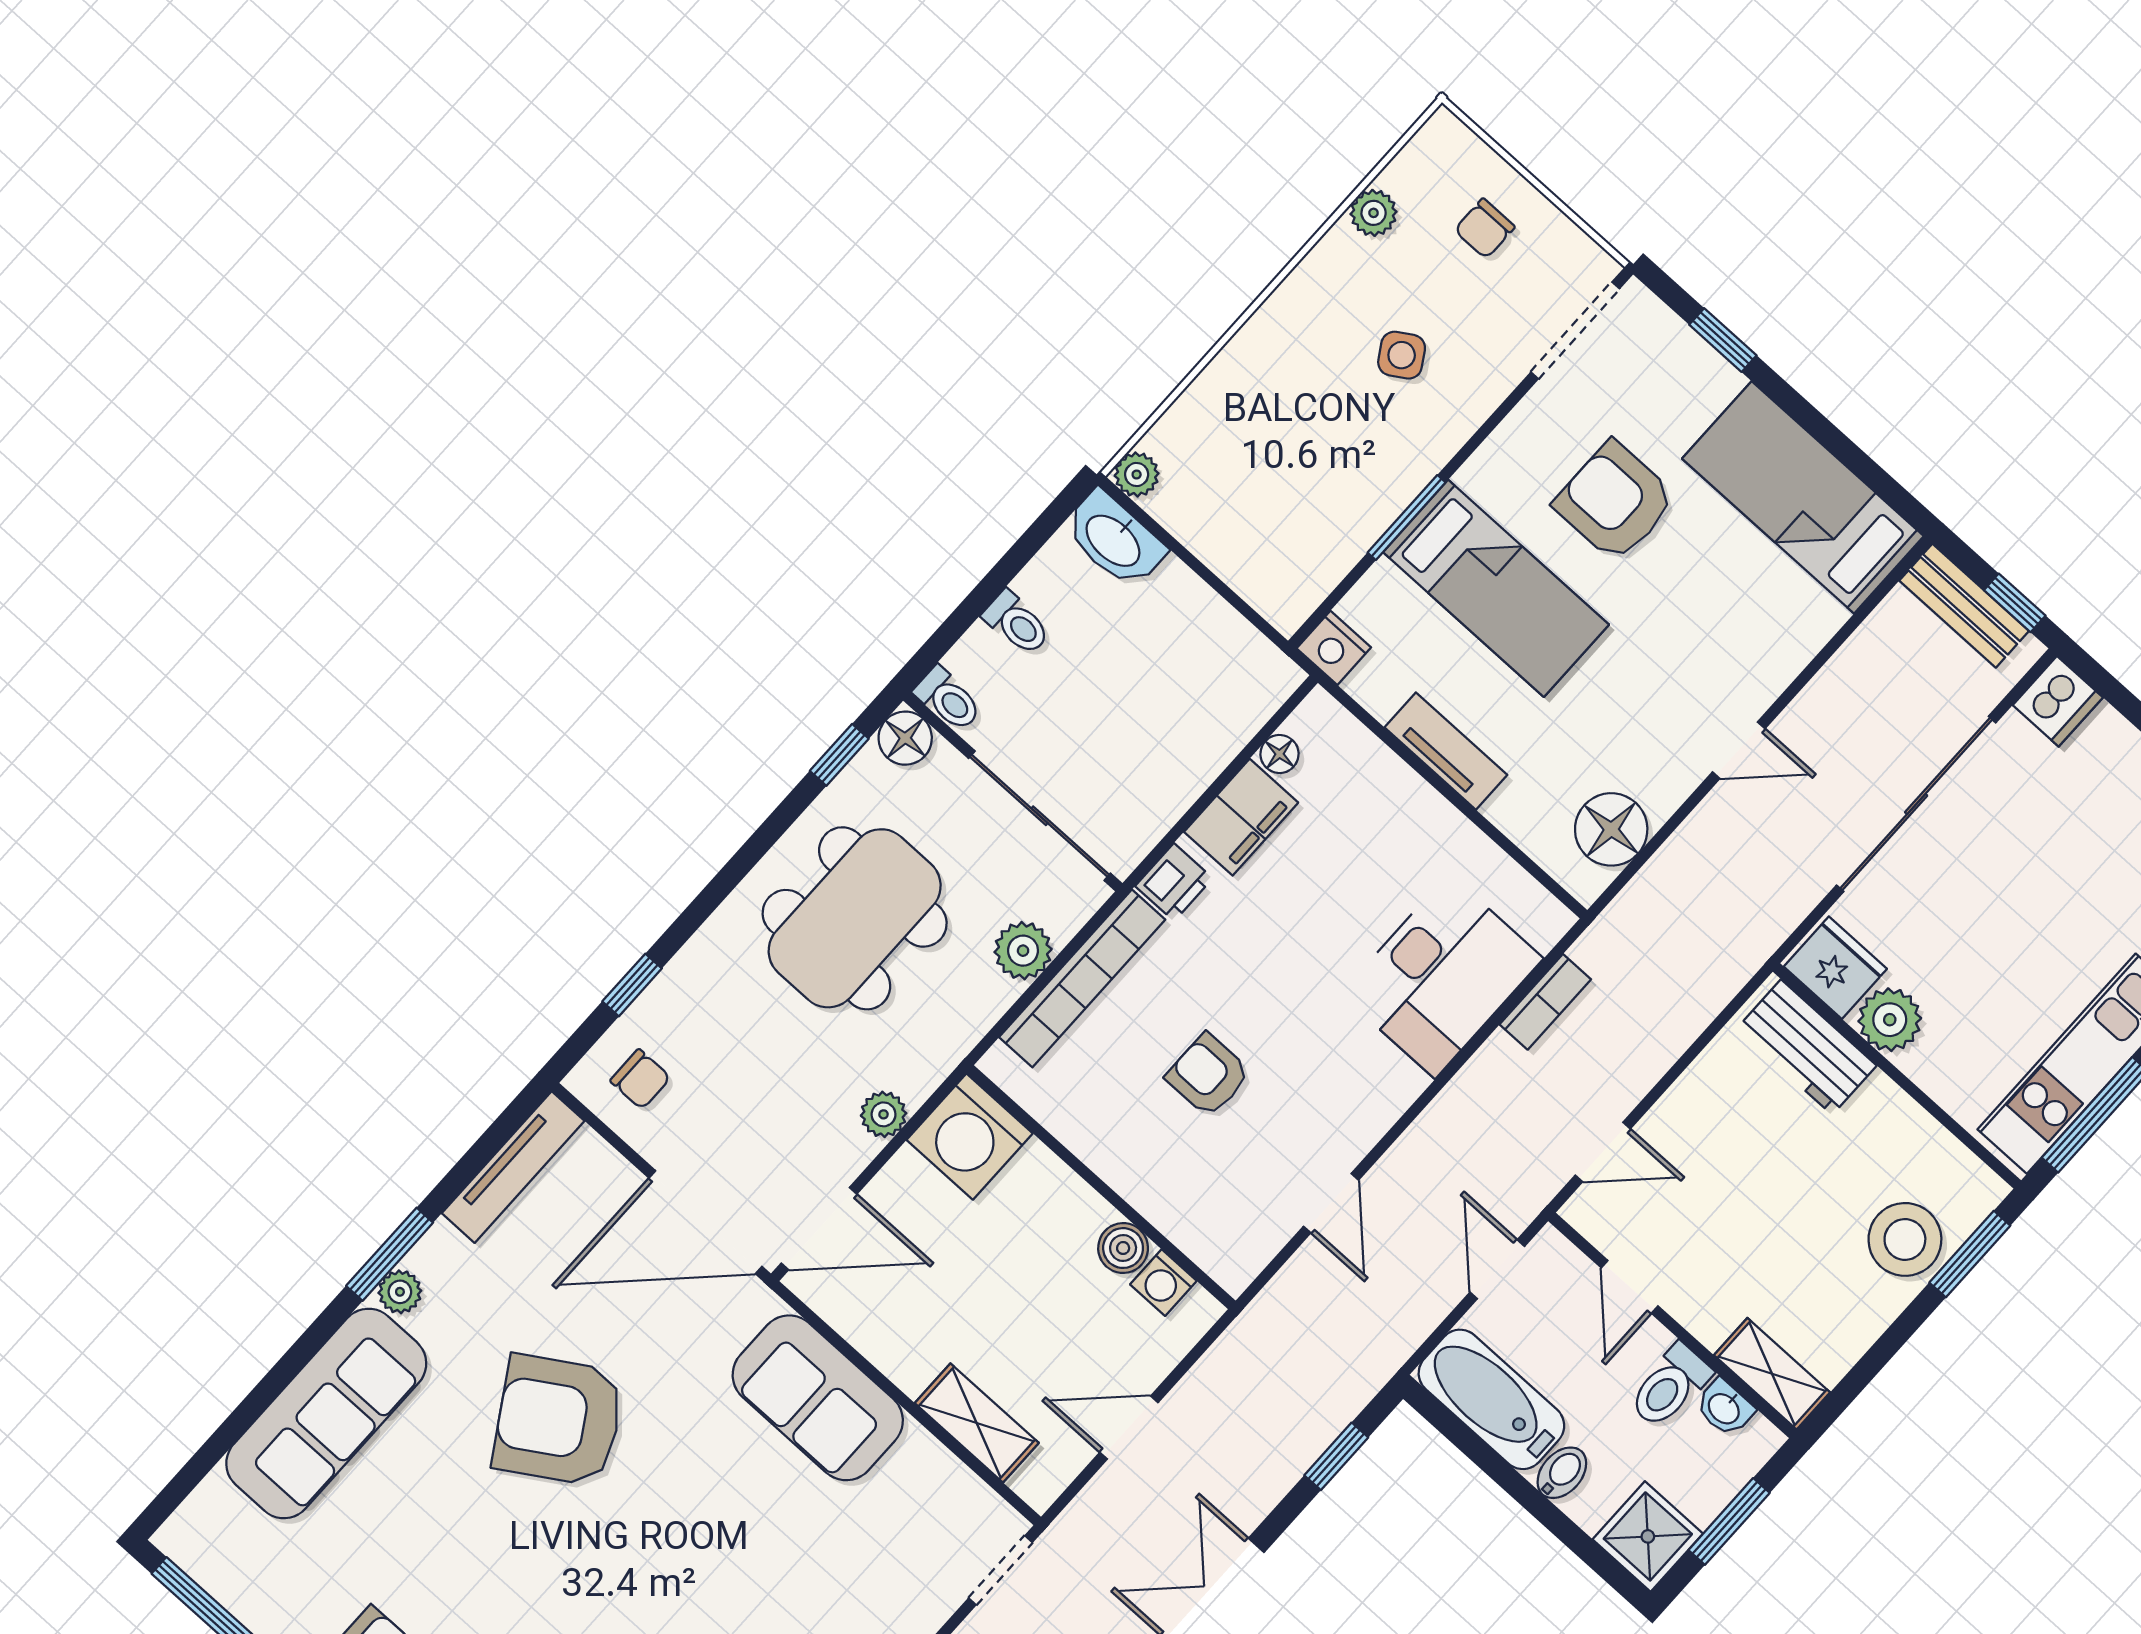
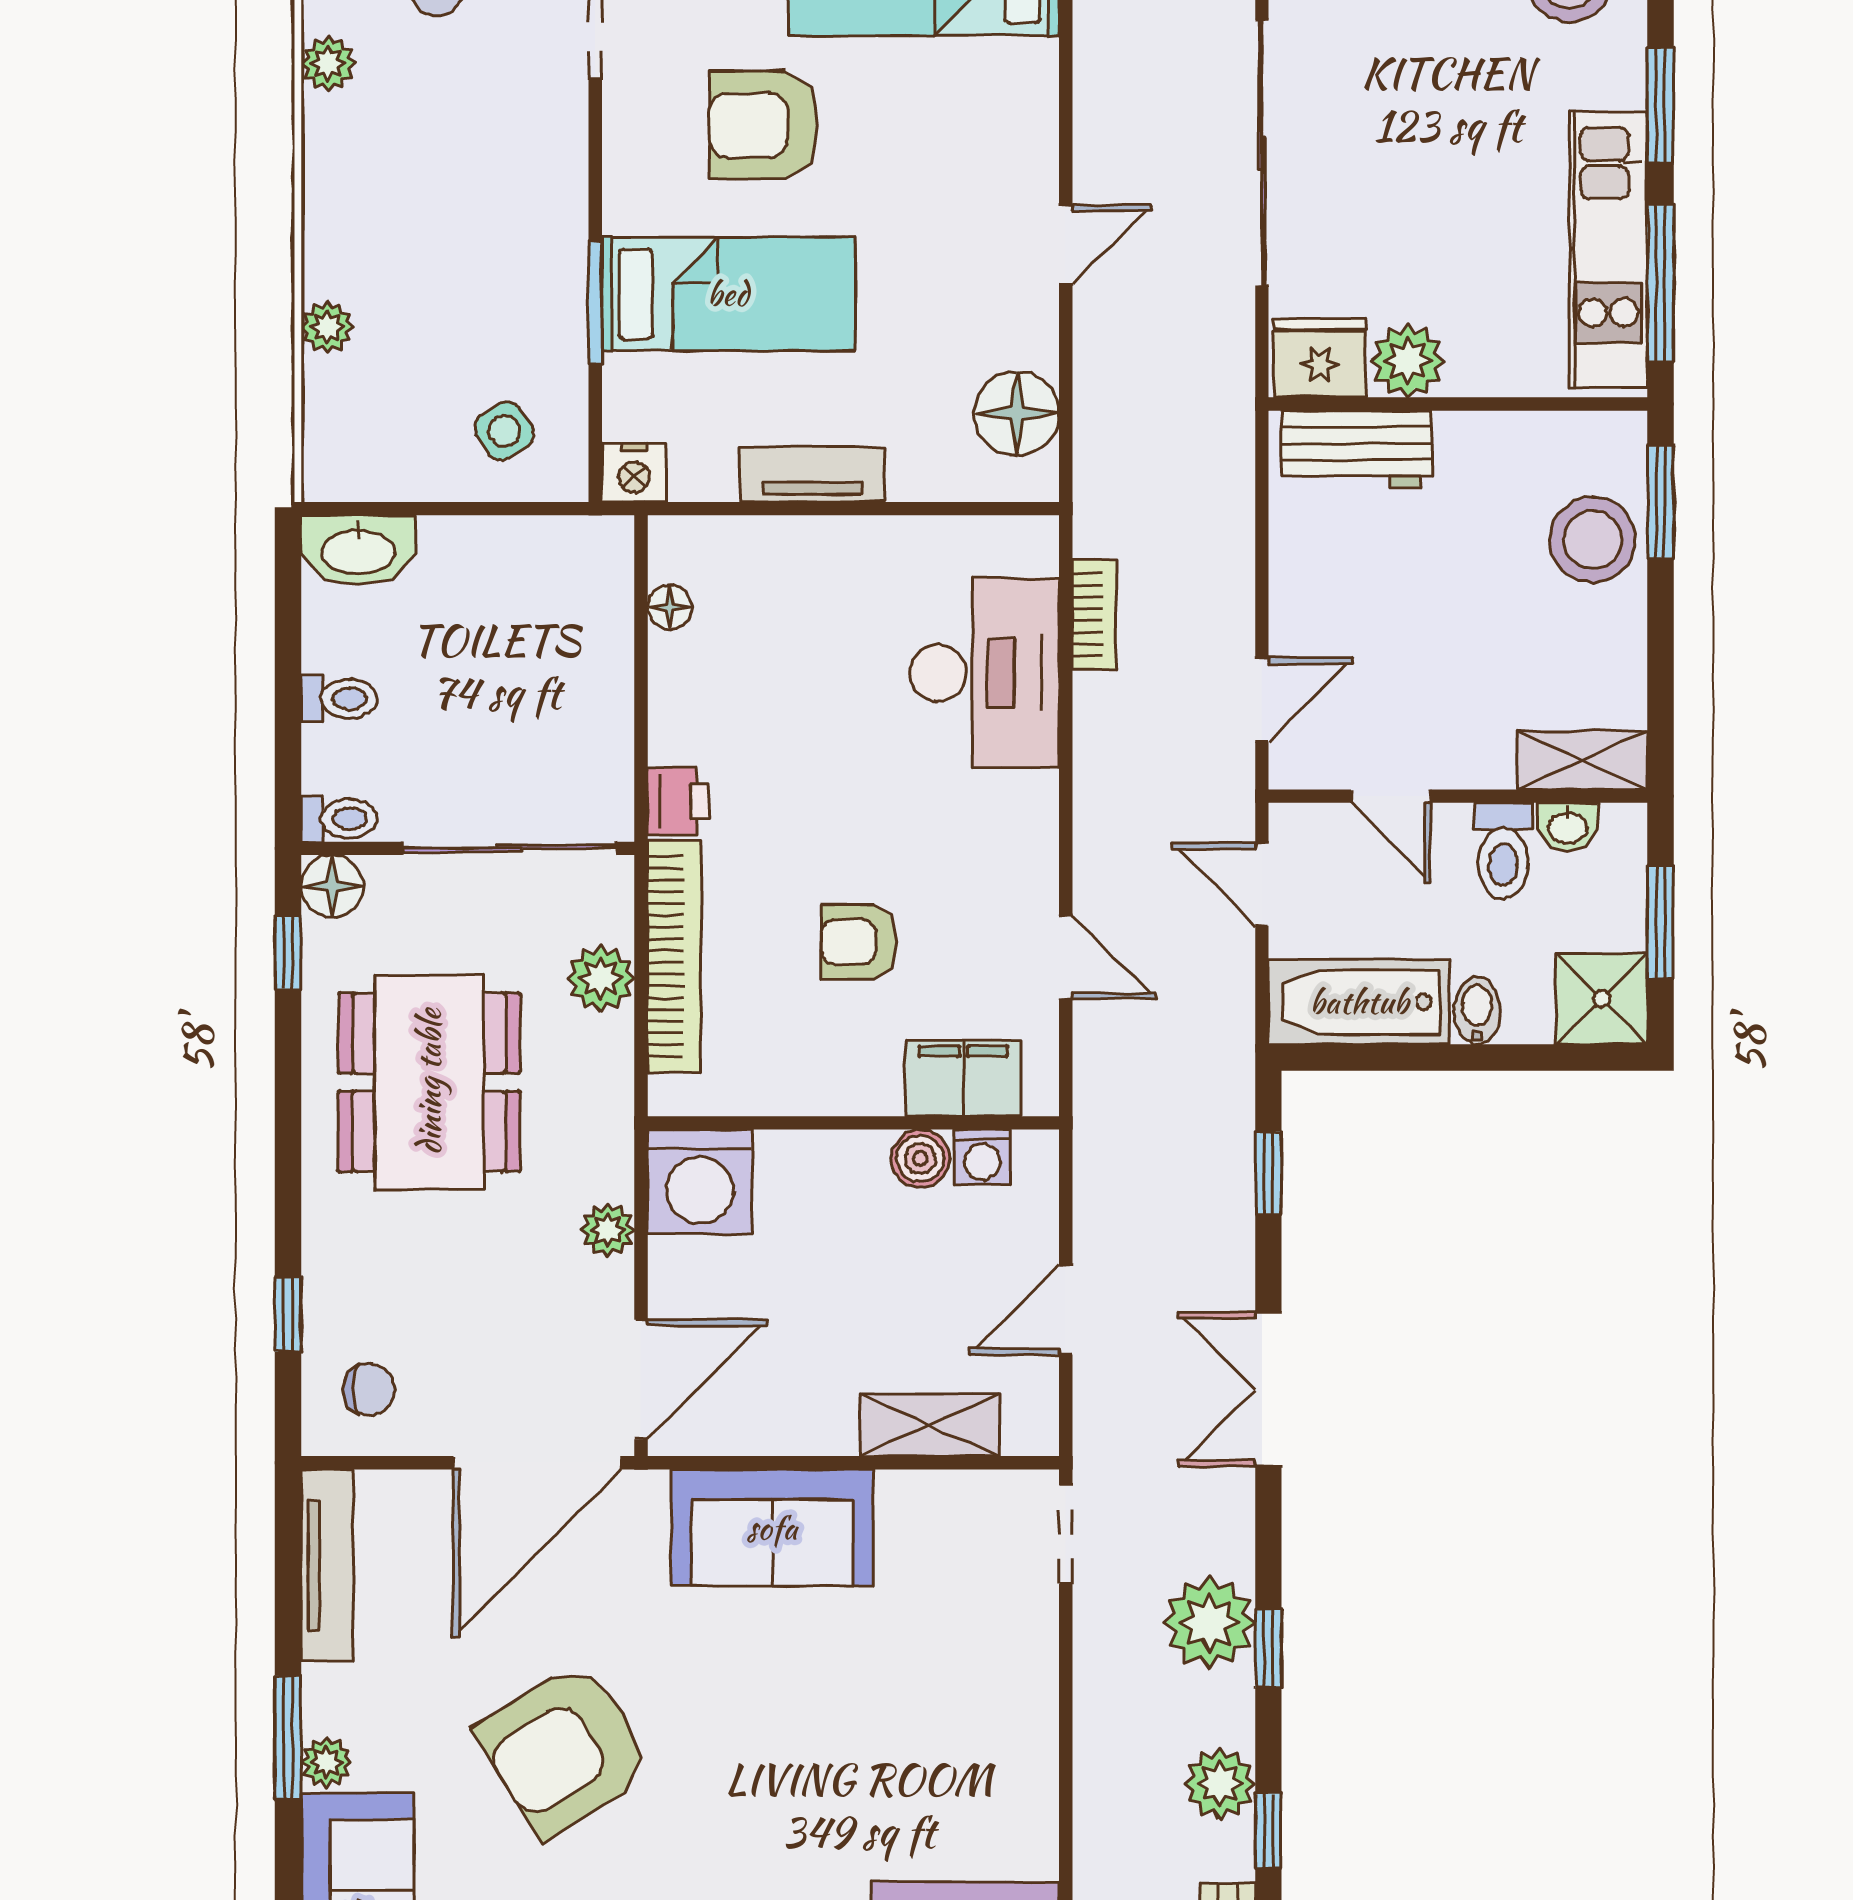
side table: (1402, 355) -> (504, 431), moved
plant: (1137, 475) -> (327, 327), moved
filing cabinet: (1241, 817) -> (963, 1078), moved, turned -90

